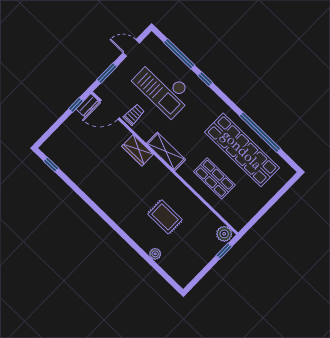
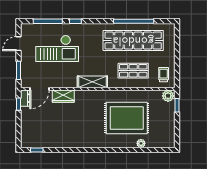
trolley: (134, 115) -> (164, 75), moved
wardrobe: (138, 150) -> (63, 96), moved
rug: (165, 217) -> (127, 118), width x1.86, depth x2.06

